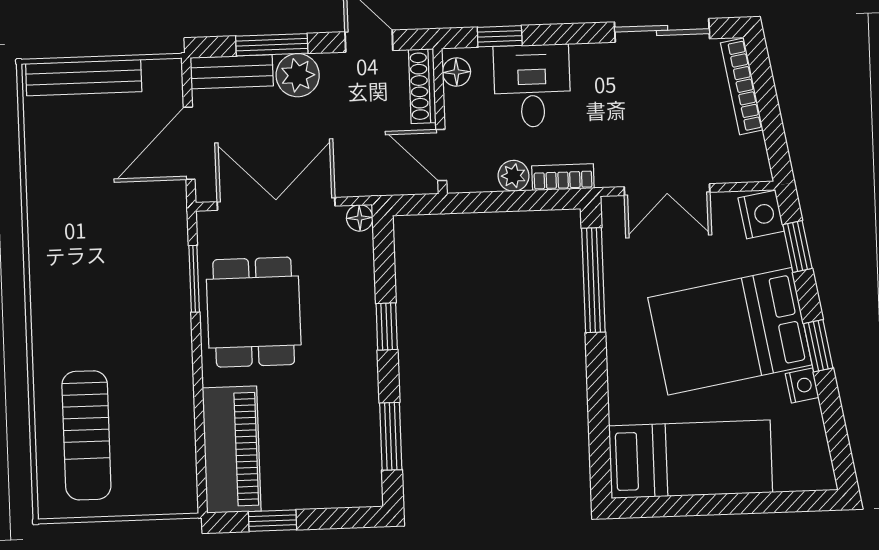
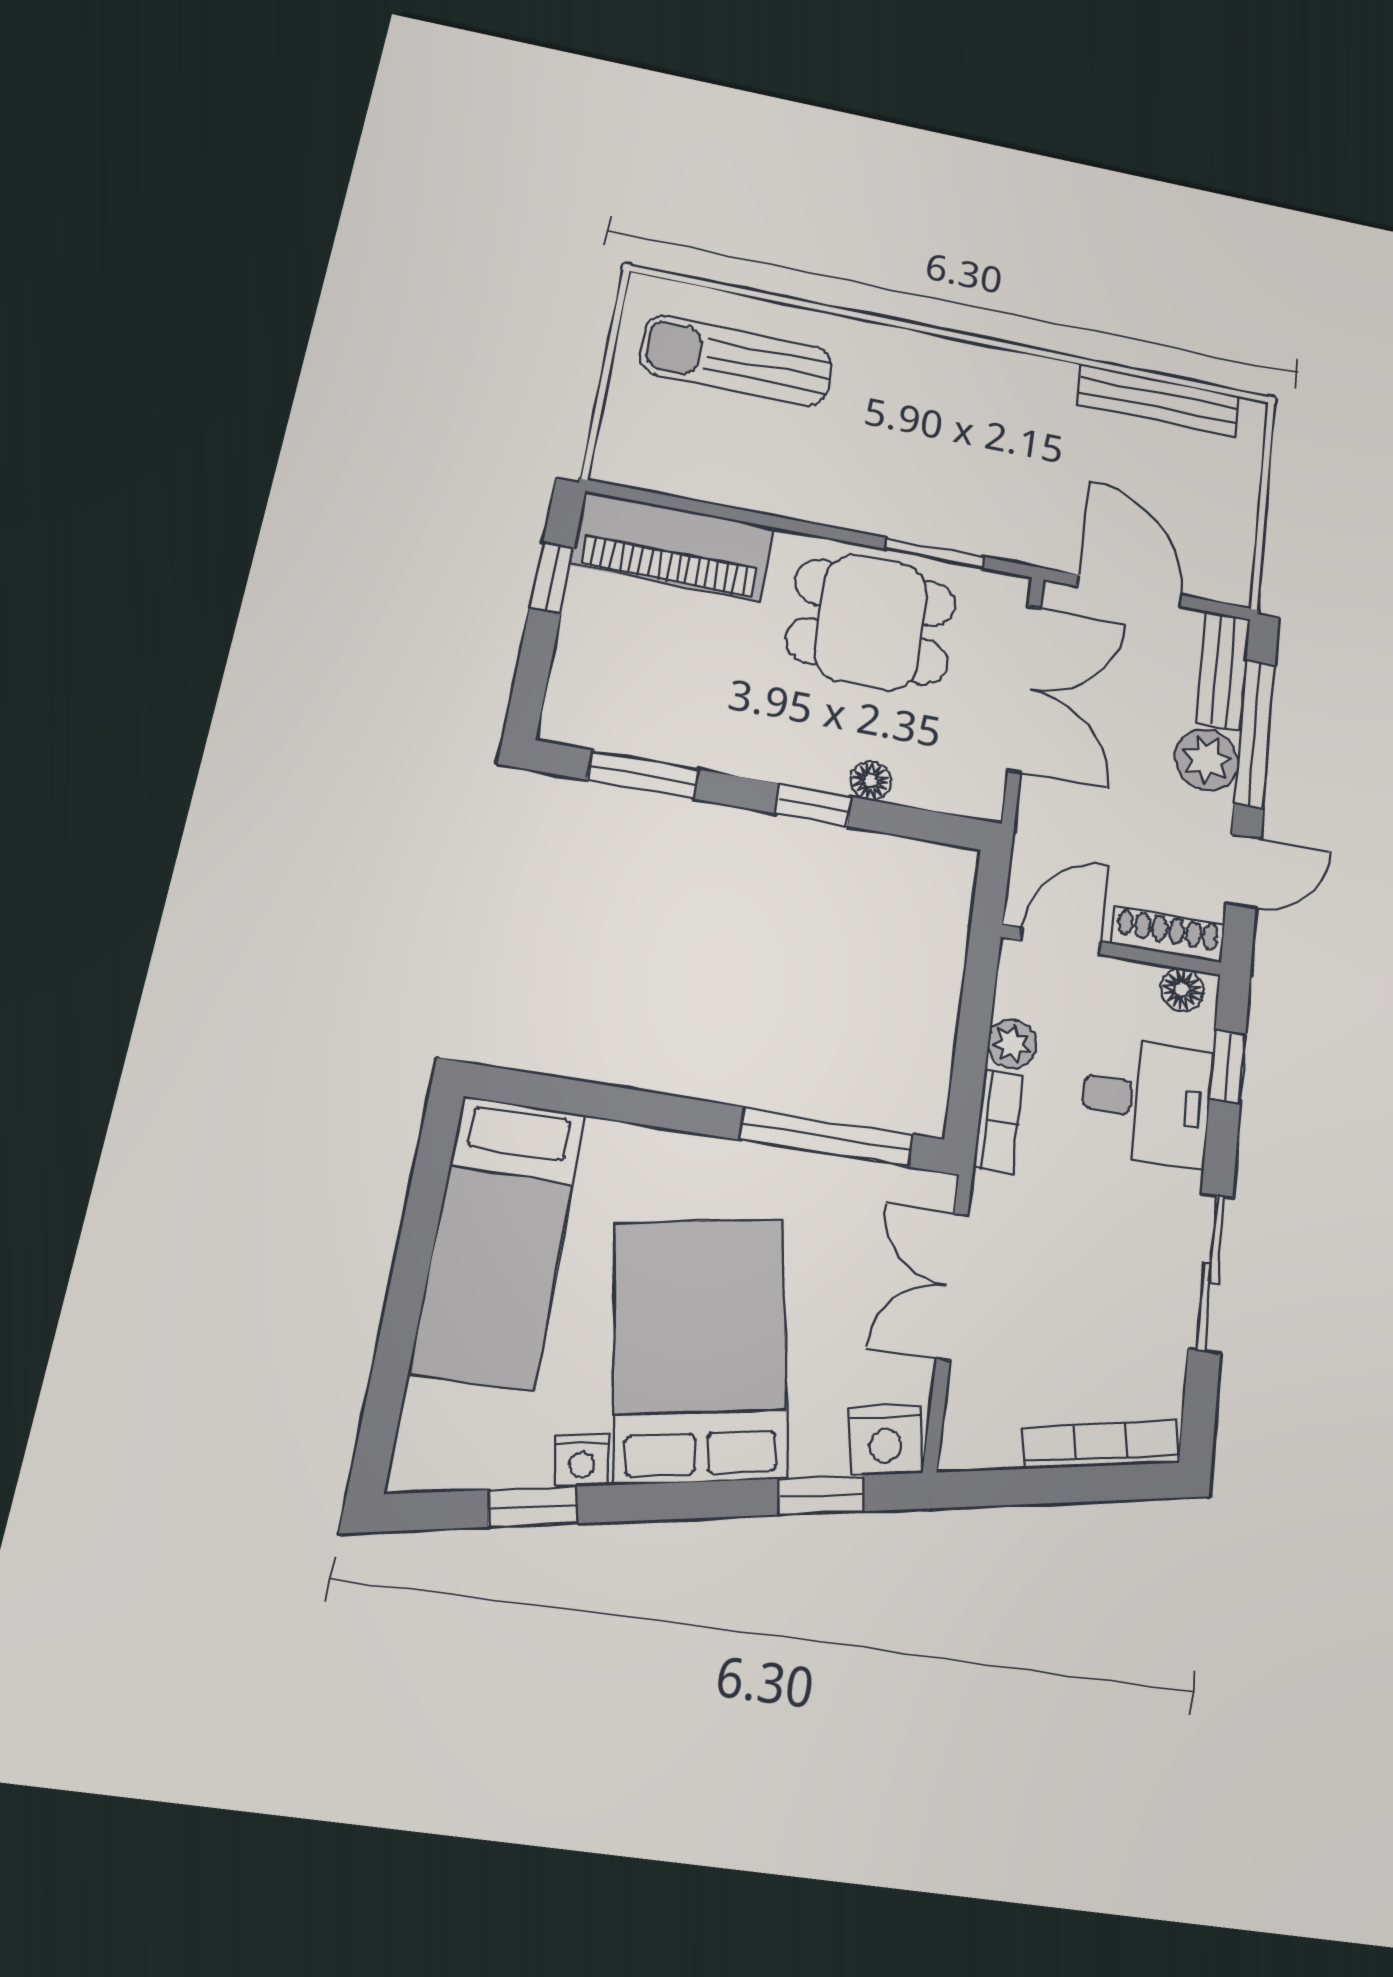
sliding door: (662, 30) -> (1211, 1273), moved
window: (272, 45) -> (1255, 733), width x1.44
bench: (84, 78) -> (1159, 400), moved, turned 90
floor lamp: (360, 218) -> (871, 781), moved
window: (818, 346) -> (533, 1507), moved

